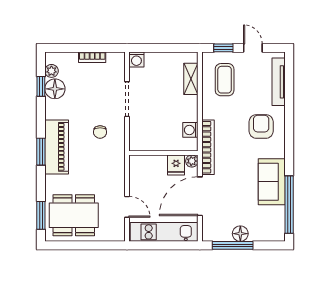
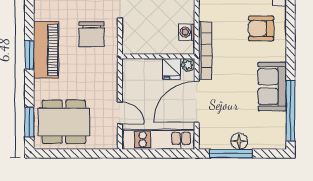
armchair: (261, 126) -> (261, 28), turned -90
chair: (100, 132) -> (92, 34), width x1.87, depth x1.87

